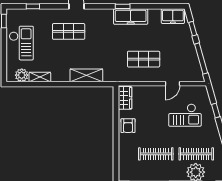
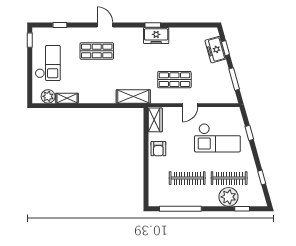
freezer: (173, 16) -> (215, 50), moved, turned 74
freezer: (131, 17) -> (156, 36), width x0.71
window: (201, 58) -> (234, 79), width x0.69
shelving: (86, 75) -> (133, 96), moved
door: (172, 84) -> (190, 105), moved
checkout: (185, 115) -> (217, 138), width x1.36, depth x1.21

